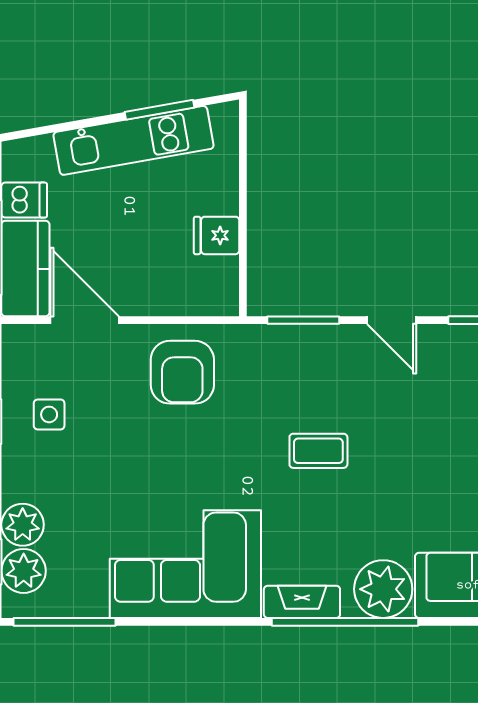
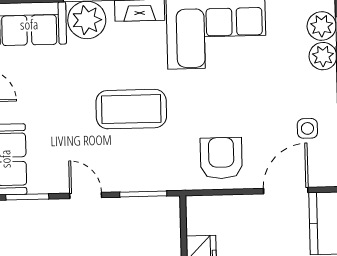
door: (85, 320) -> (286, 191), swing flipped
coffee table: (318, 451) -> (131, 109), width x1.86, depth x1.72

